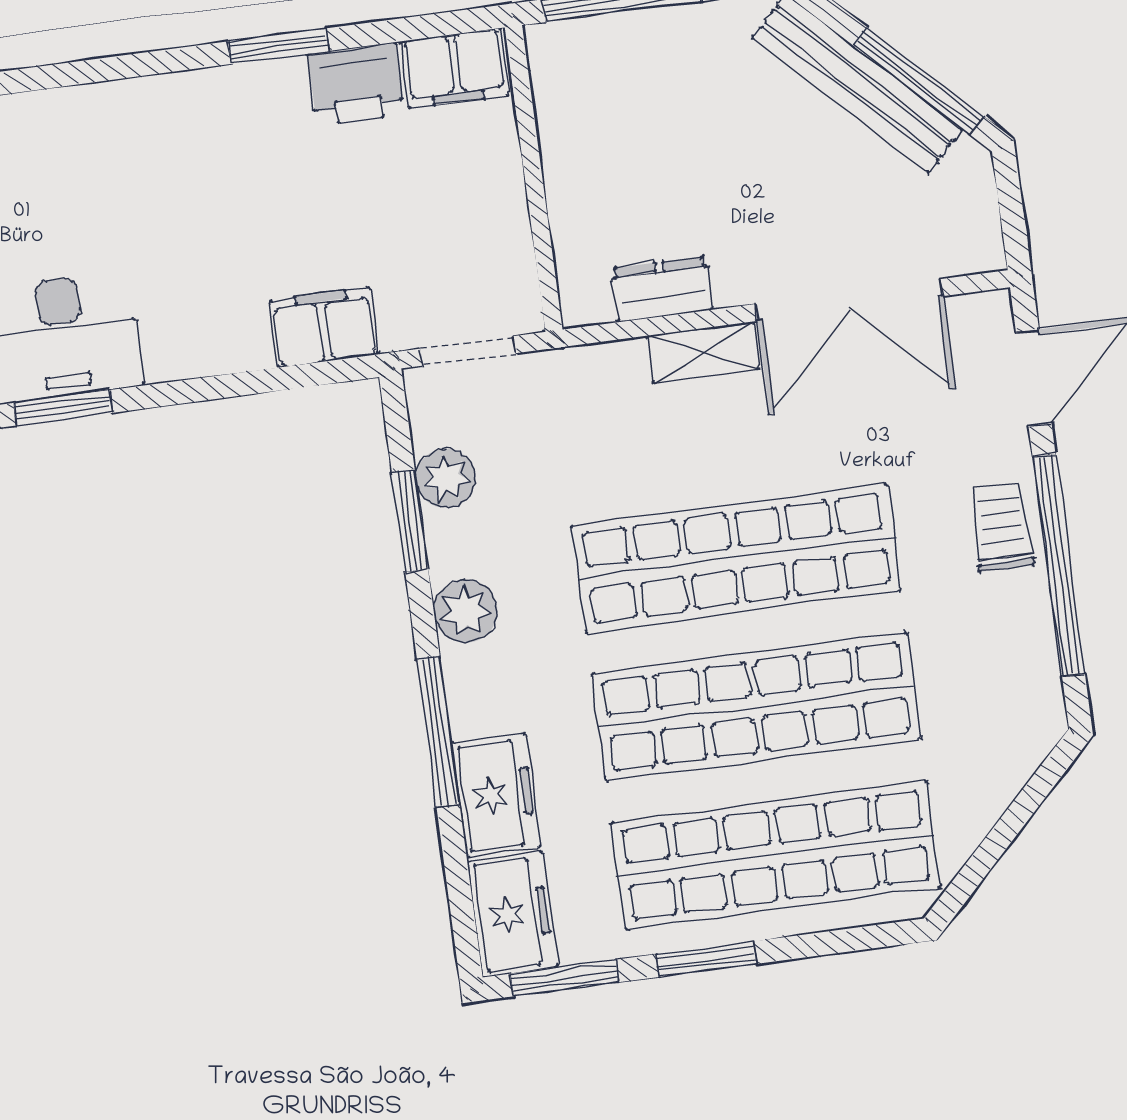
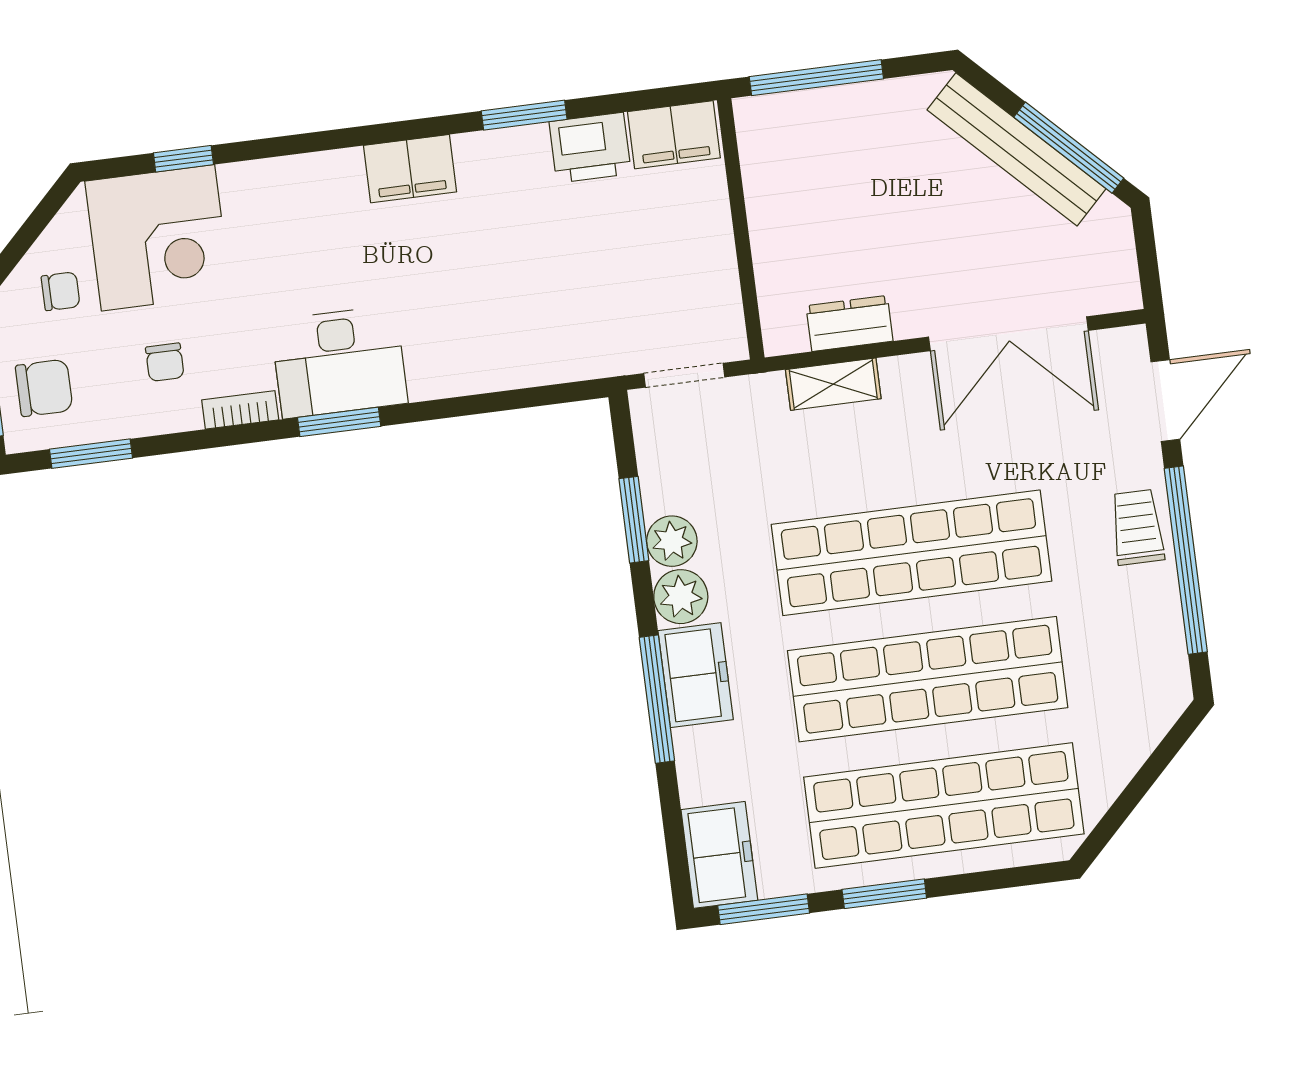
filing cabinet: (324, 327) -> (410, 169), moved, turned 180
shelving: (703, 352) -> (833, 384), moved
plant: (446, 478) -> (672, 541), moved
freezer: (496, 795) -> (696, 675), moved

